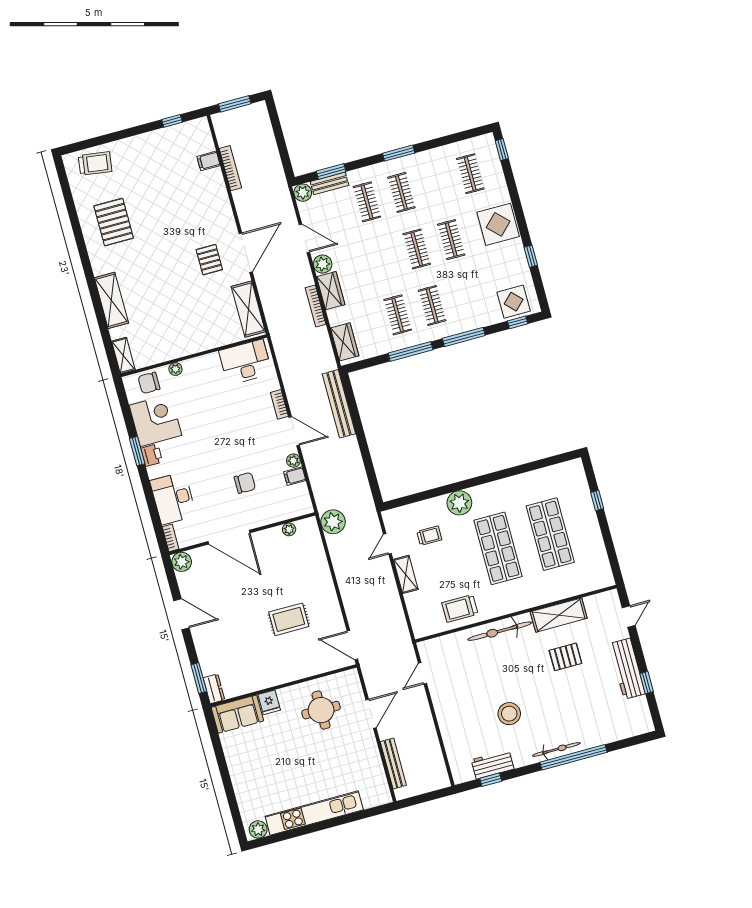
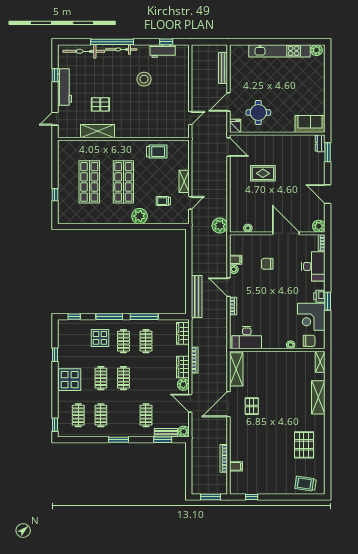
clothes rail: (401, 192) -> (101, 415), moved
display table: (514, 302) -> (100, 338), moved
bicycle: (500, 631) -> (84, 51), moved, turned 180
fridge: (269, 702) -> (235, 126), moved

